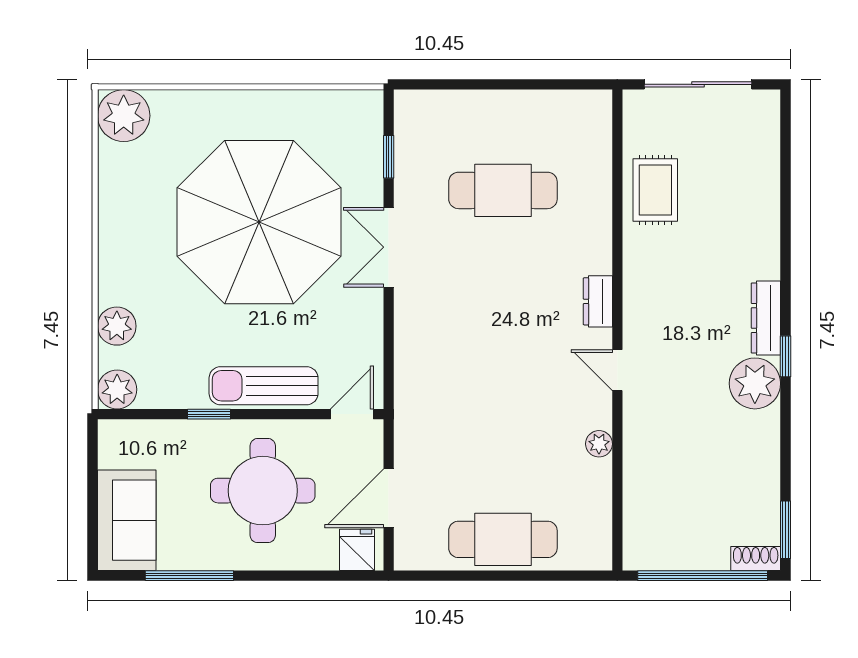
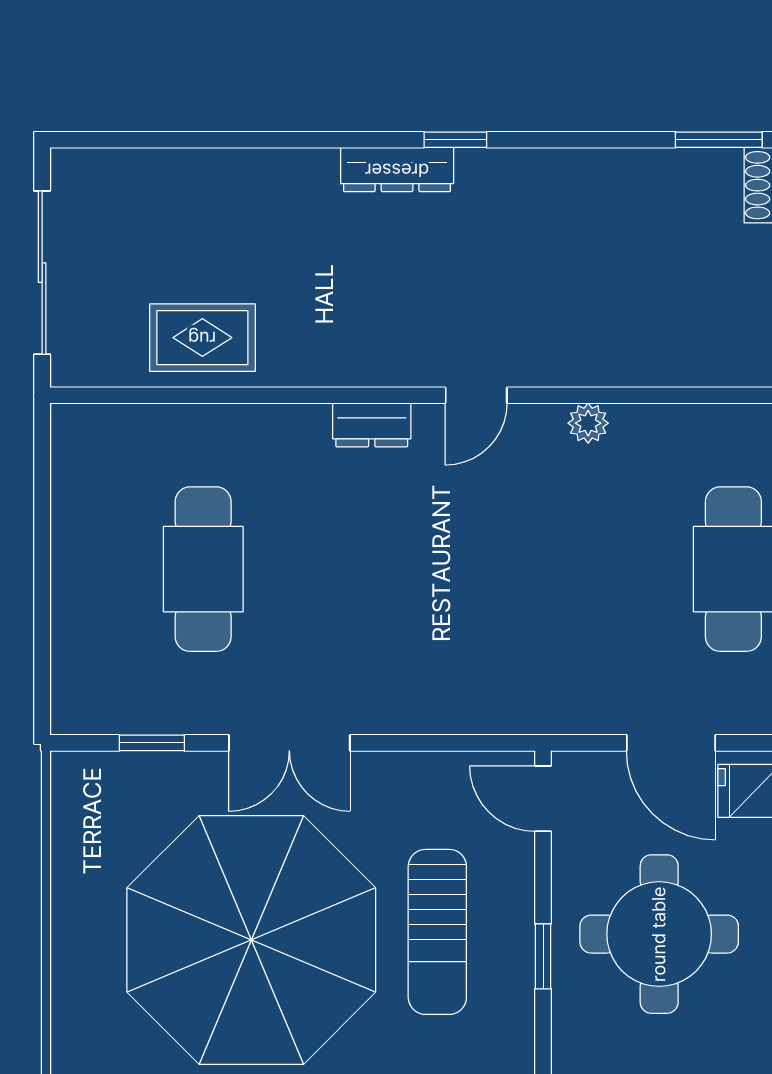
plant: (755, 383) -> (496, 186), removed
sun lounger: (264, 386) -> (437, 932), moved
window: (209, 414) -> (543, 956), moved

